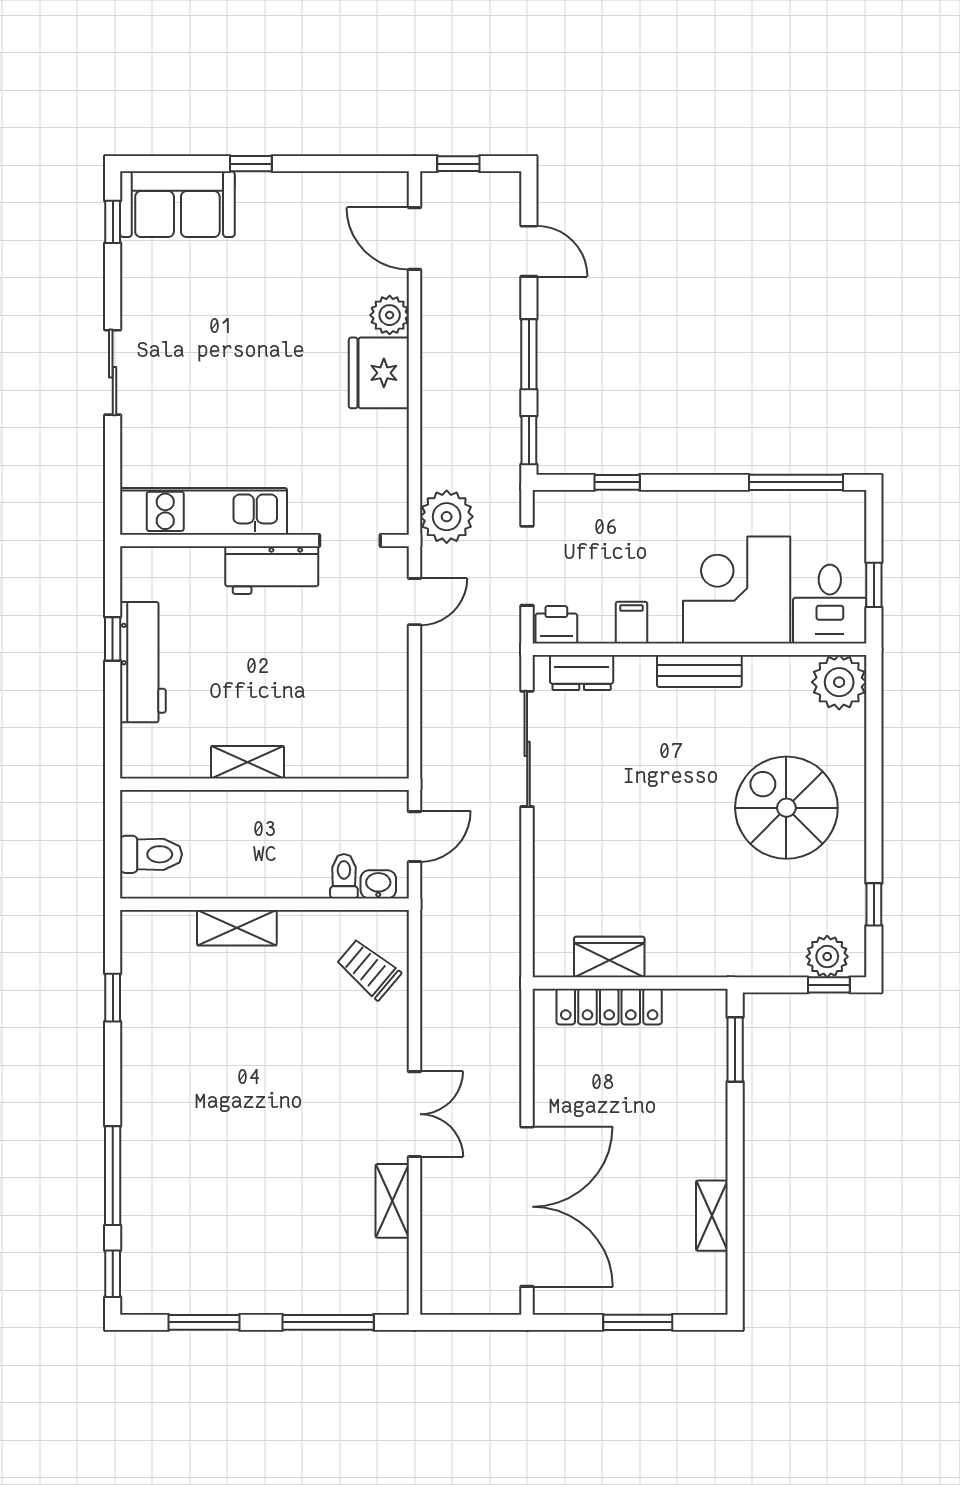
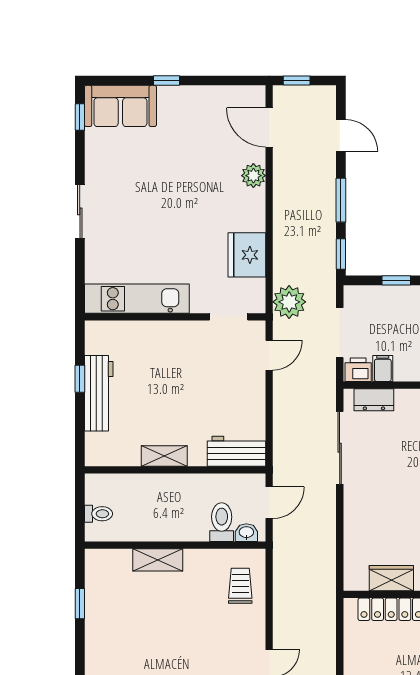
fridge: (379, 373) -> (247, 255), moved
workbench: (272, 570) -> (237, 451), moved, turned 180
filing cabinet: (631, 623) -> (383, 368), moved
toilet: (151, 854) -> (98, 514), width x0.73, depth x0.72
toilet: (344, 876) -> (222, 522), width x1.37, depth x1.39
trolley: (368, 969) -> (240, 586), turned 50

